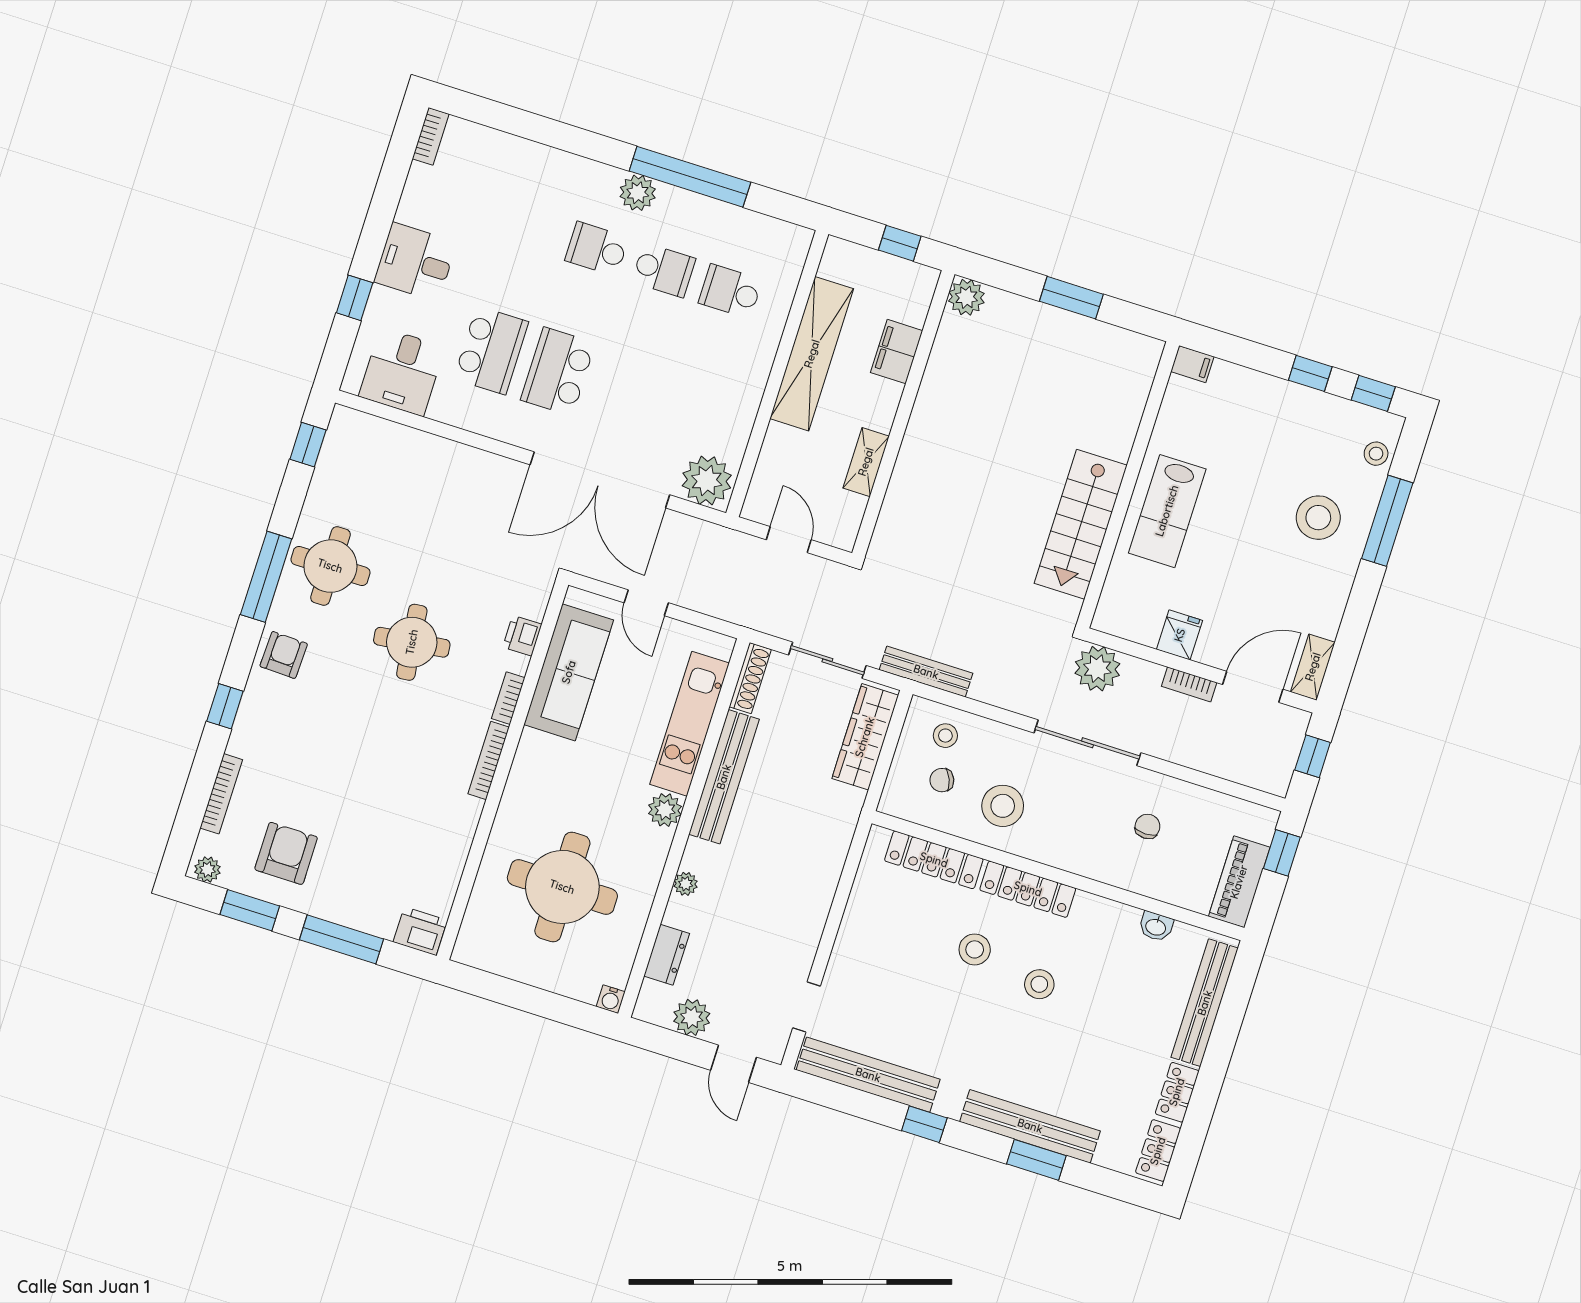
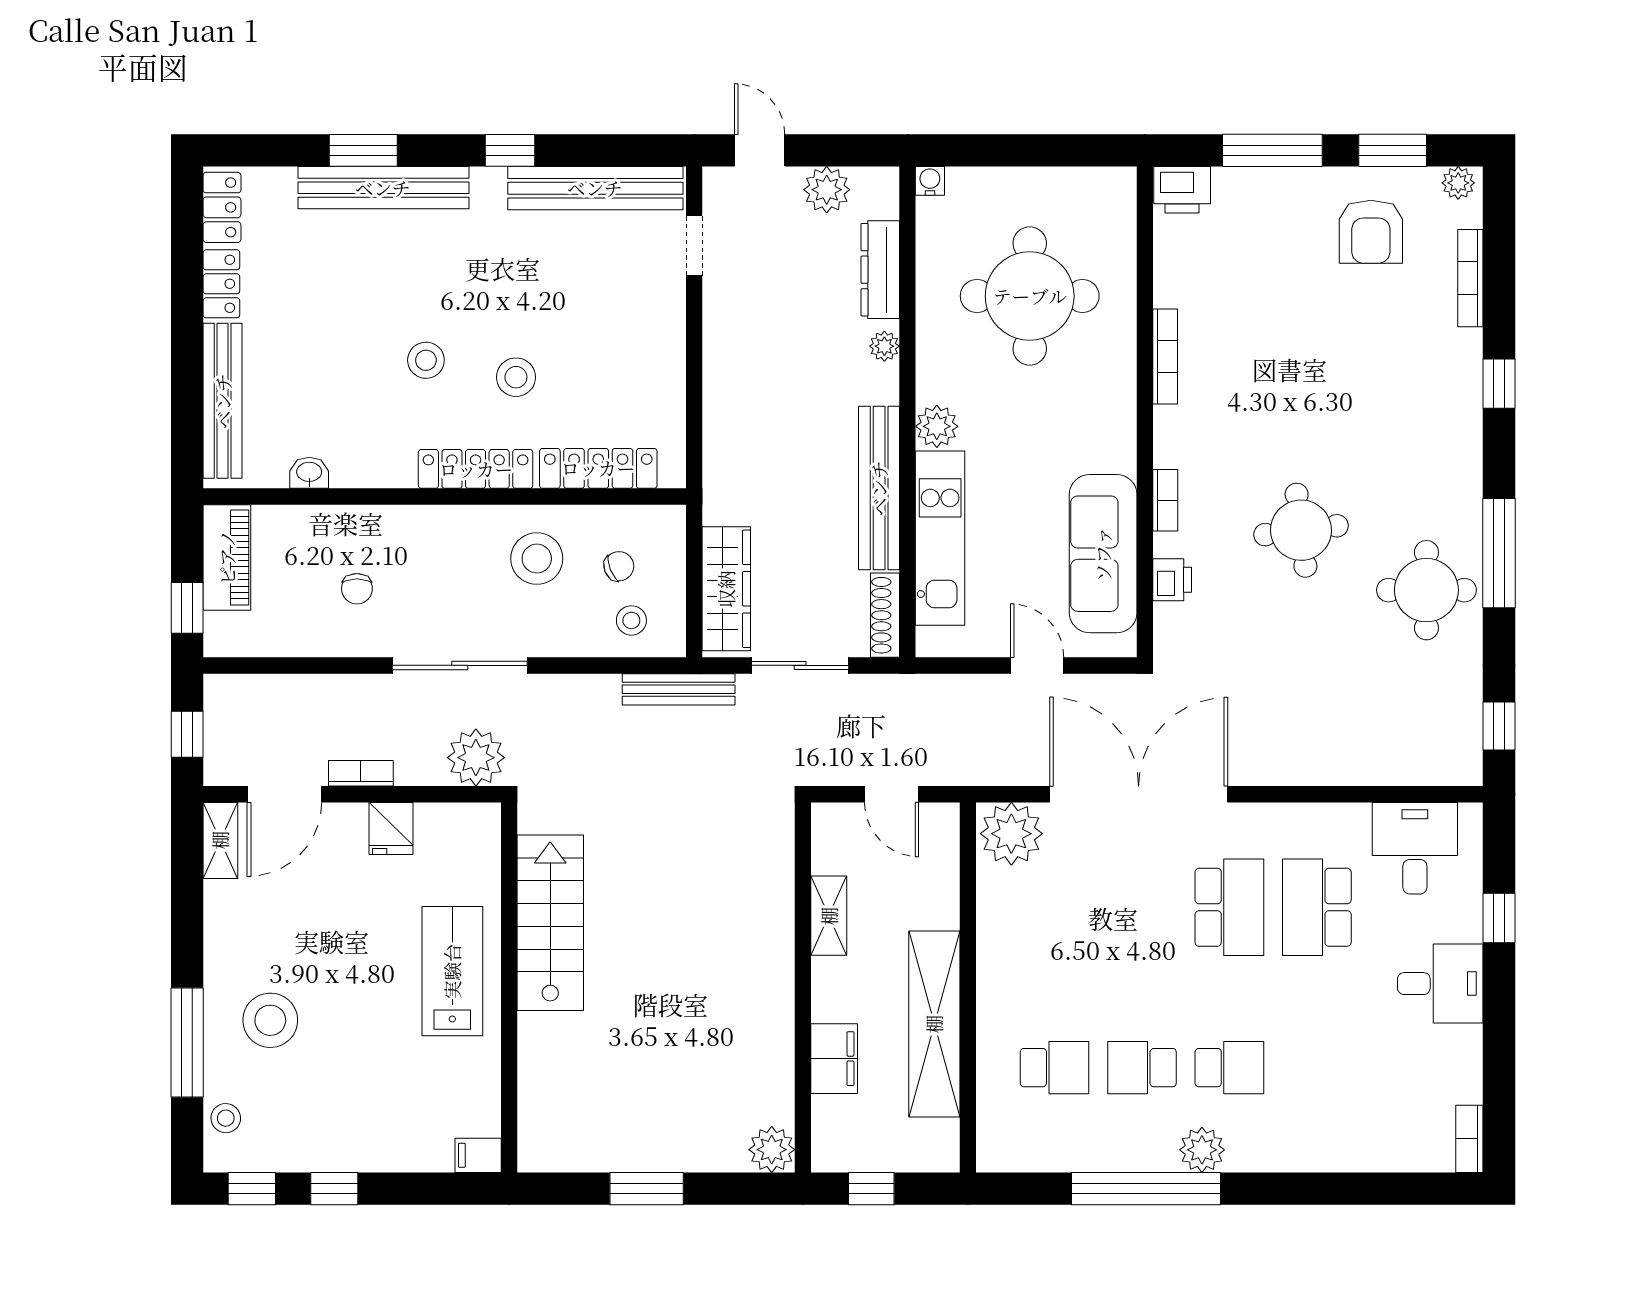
armchair: (284, 655) -> (1449, 467), removed
bookcase: (489, 760) -> (1165, 357), moved
dresser: (667, 955) -> (880, 270), width x1.44

